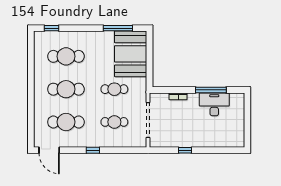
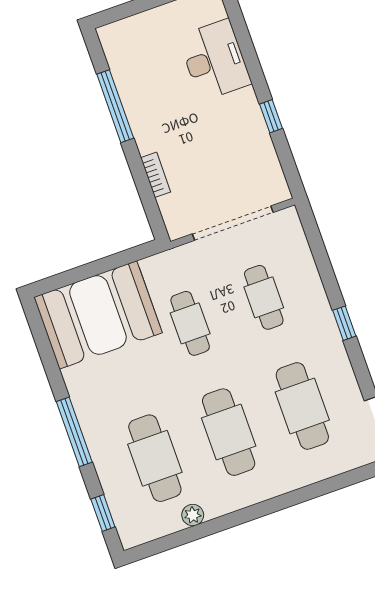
window: (118, 28) -> (74, 432), moved
plant: (38, 63) -> (193, 515), added
desk: (214, 104) -> (215, 60), moved, turned 180

